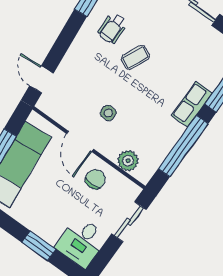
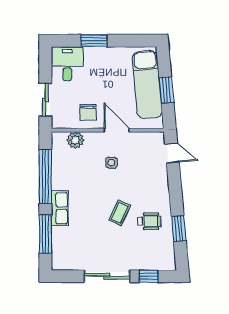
wheelchair: (113, 28) -> (149, 221), turned 90

